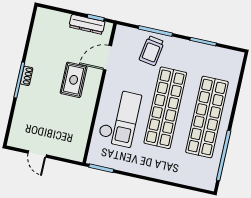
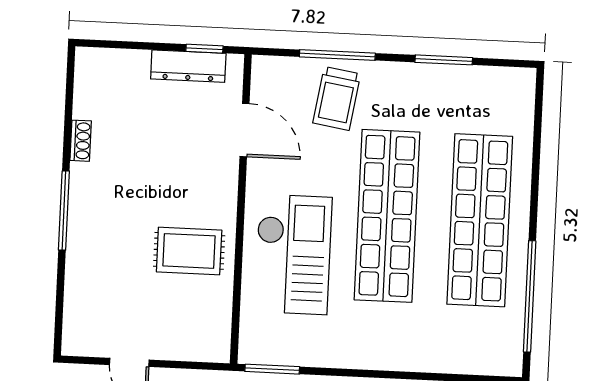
door: (107, 58) -> (245, 130), swing flipped
shoe rack: (27, 76) -> (81, 141), moved
rug: (74, 80) -> (189, 251), moved, turned 90

